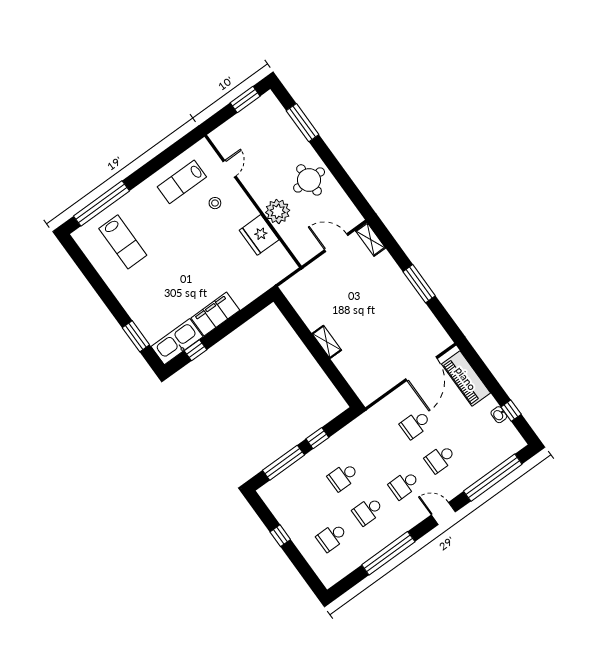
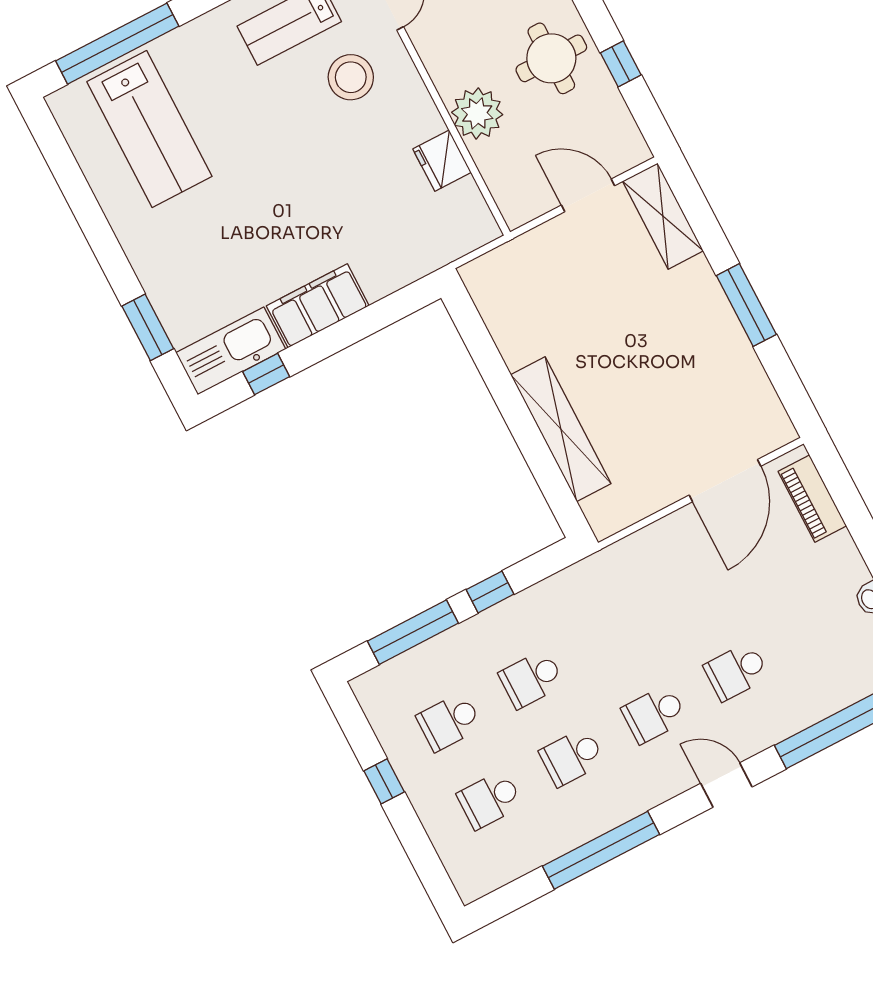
window: (342, 178) -> (621, 64), added
stool: (215, 203) -> (351, 77), width x1.89, depth x1.89
fridge: (259, 235) -> (442, 161), width x0.73, depth x0.75
shelving: (370, 239) -> (663, 216), width x1.50, depth x1.33
lab bench: (123, 242) -> (149, 129), width x1.36, depth x1.39
shelving: (327, 342) -> (561, 429), width x2.20, depth x1.33
piano: (466, 378) -> (812, 499), width x0.73, depth x0.75
school desk: (415, 424) -> (449, 722), moved

